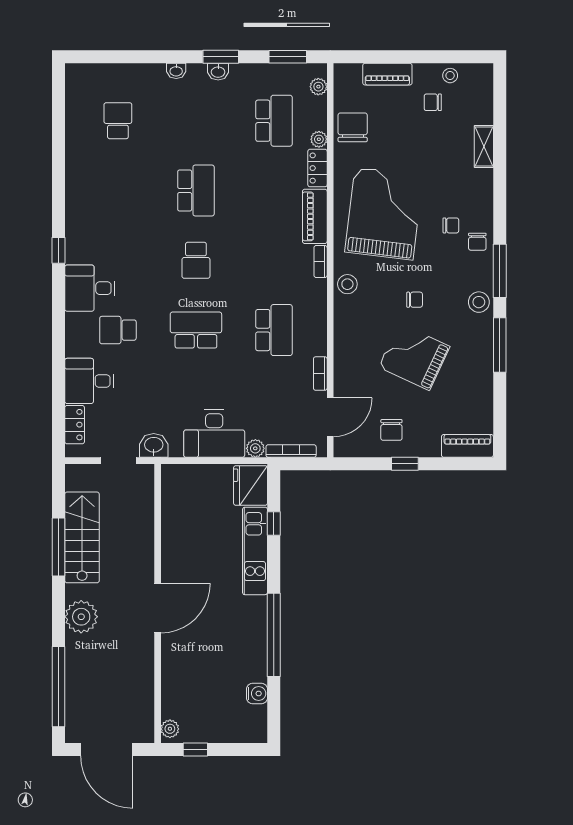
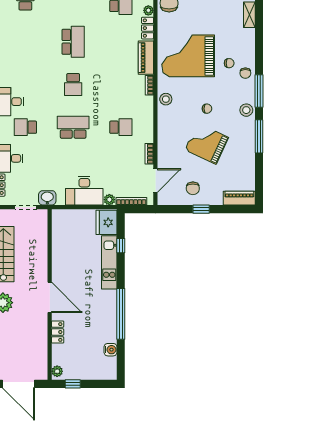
grand piano: (384, 214) -> (188, 56), turned -97
school desk: (274, 330) -> (121, 127), width x0.54
door: (158, 608) -> (50, 297), hinge flipped
locker: (171, 665) -> (58, 332), added

